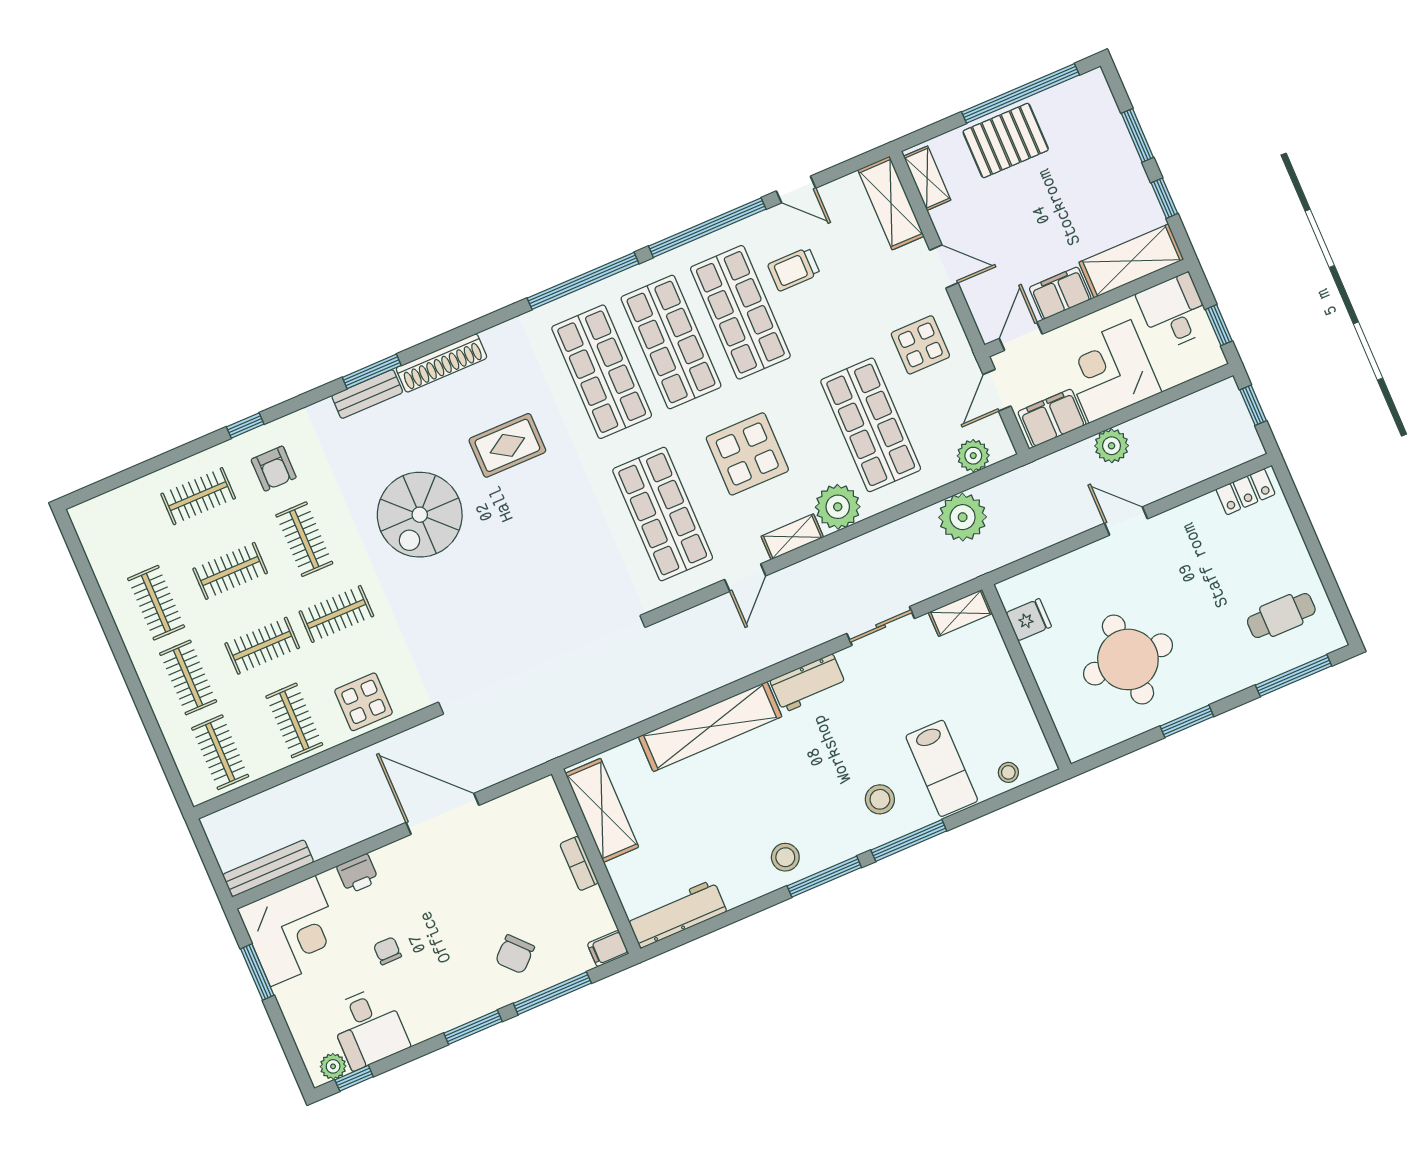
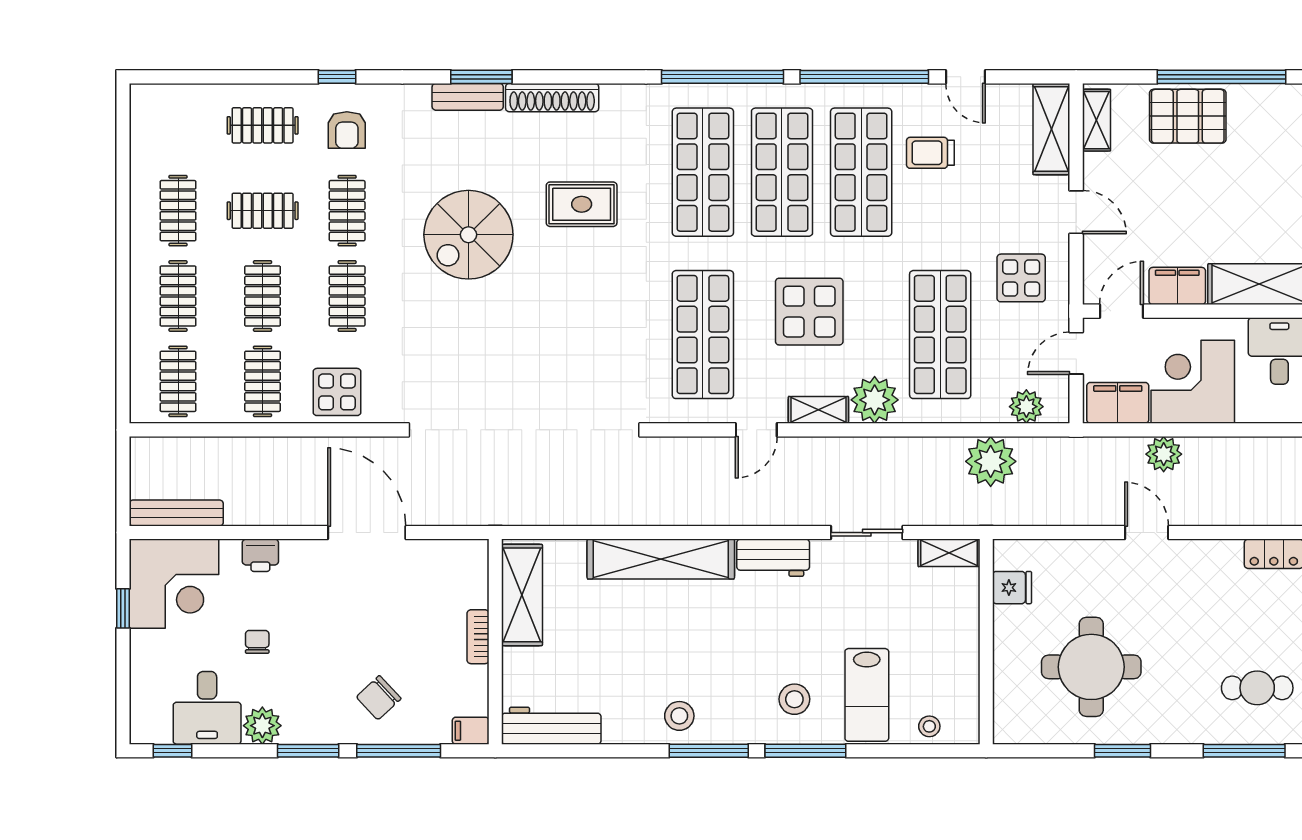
clothes rail: (336, 614) -> (347, 296), turned 90
clothes rail: (262, 646) -> (263, 296), turned 90
window: (257, 972) -> (123, 608), width x0.67
plant: (333, 1066) -> (262, 726), moved, width x1.38, depth x1.38

